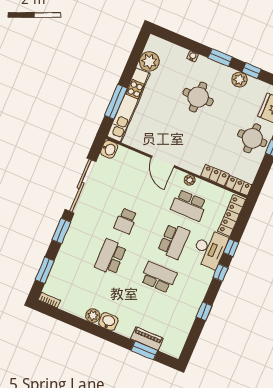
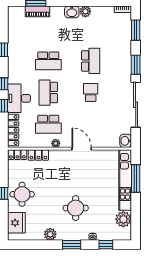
window: (252, 71) -> (106, 245), moved
school desk: (189, 205) -> (48, 124), turned 180

